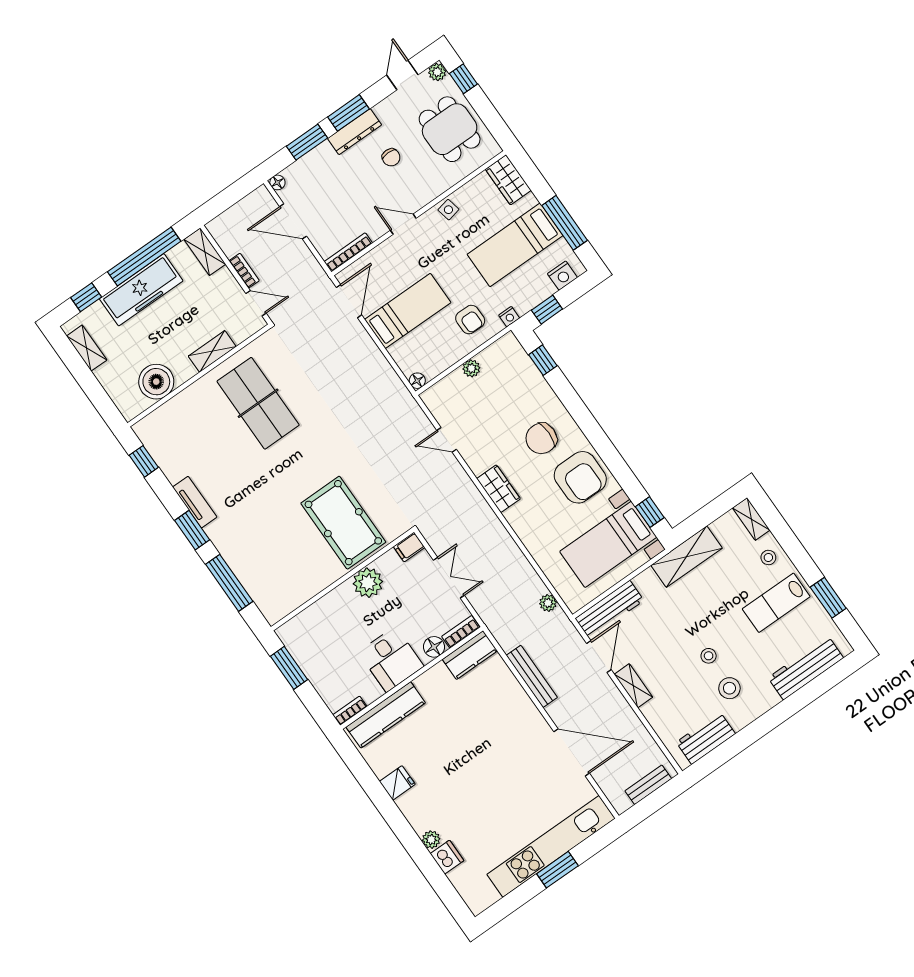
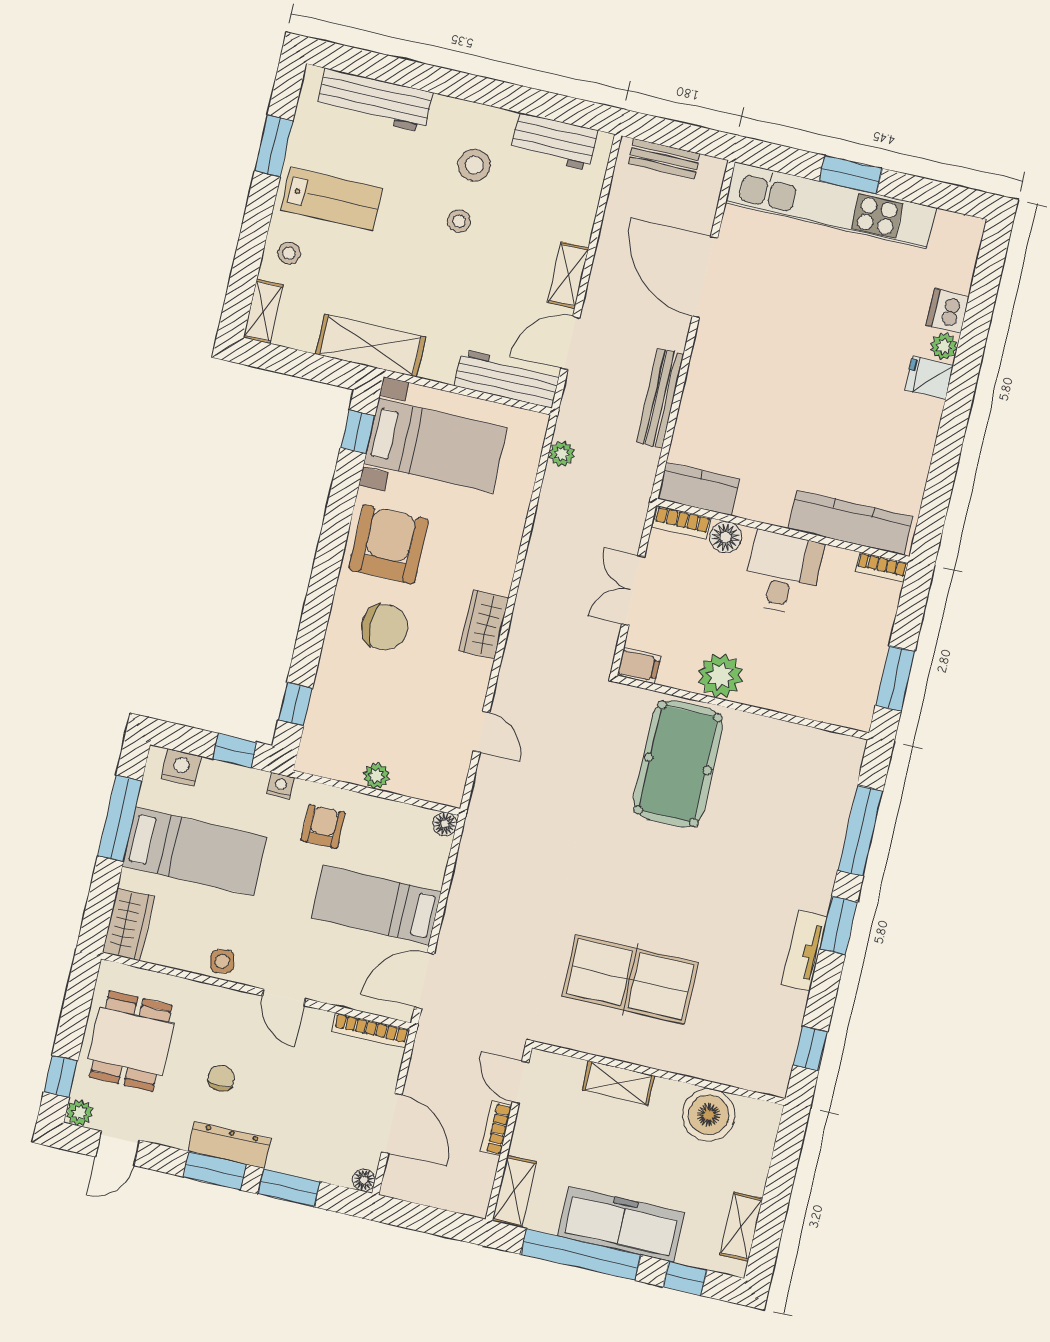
table tennis table: (258, 403) -> (630, 979), turned 90
fridge: (397, 783) -> (929, 378), moved

